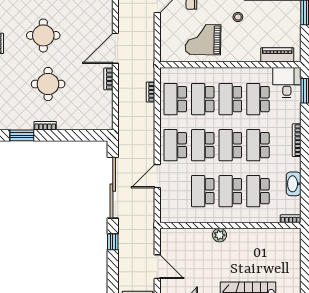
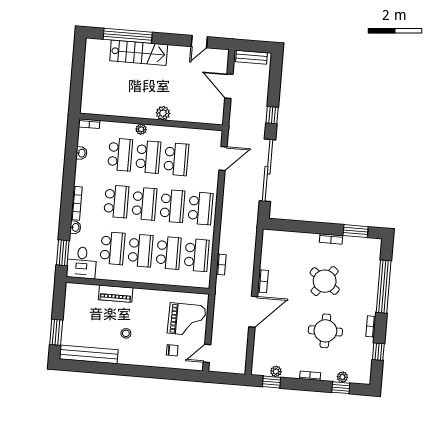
grand piano: (203, 40) -> (187, 320), moved
piano: (277, 55) -> (116, 294), moved
round table: (48, 84) -> (325, 281), turned 37
washbasin: (296, 116) -> (75, 227), added
door: (157, 176) -> (223, 158), moved
washbasin: (294, 184) -> (81, 153), width x0.52, depth x0.69
plant: (239, 218) -> (141, 129), added

